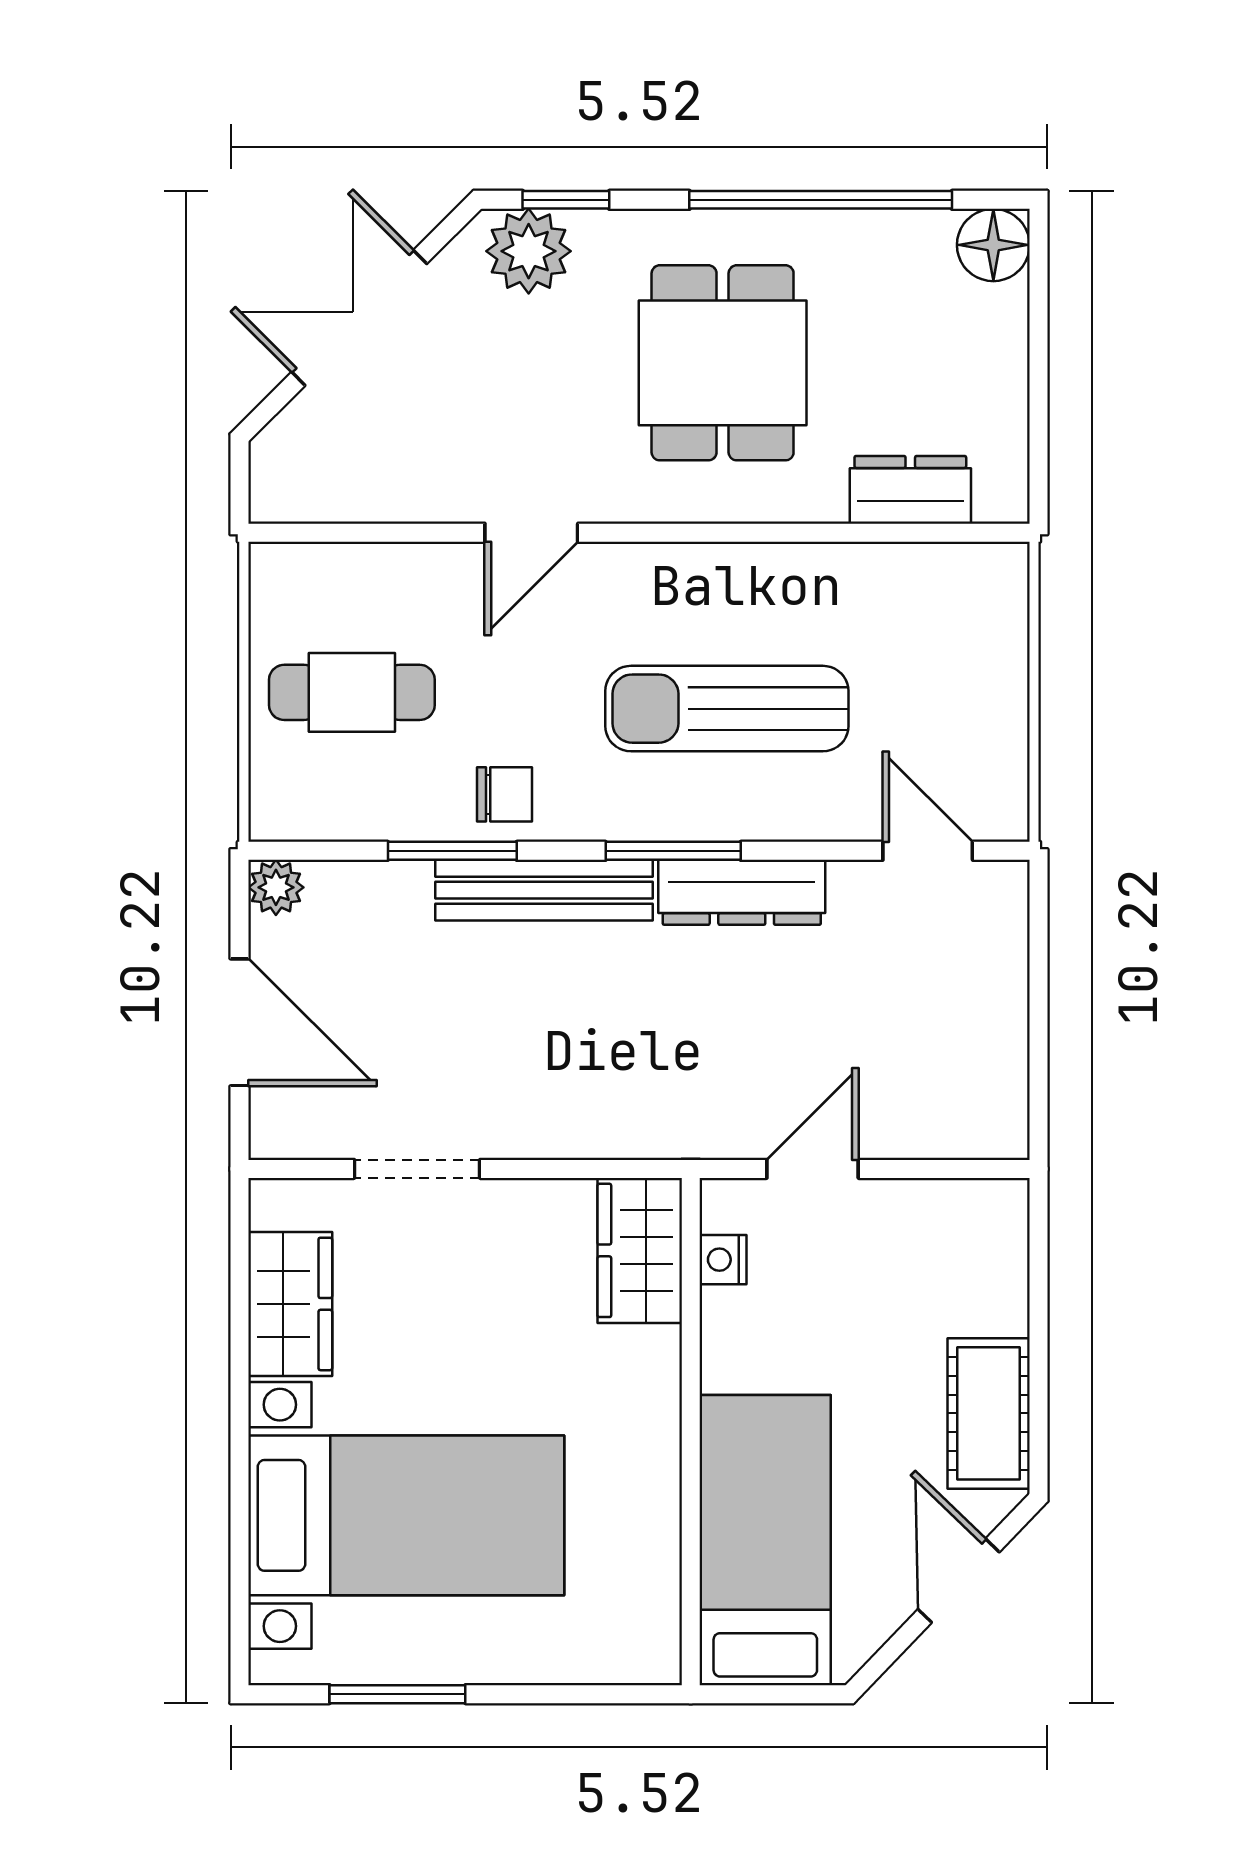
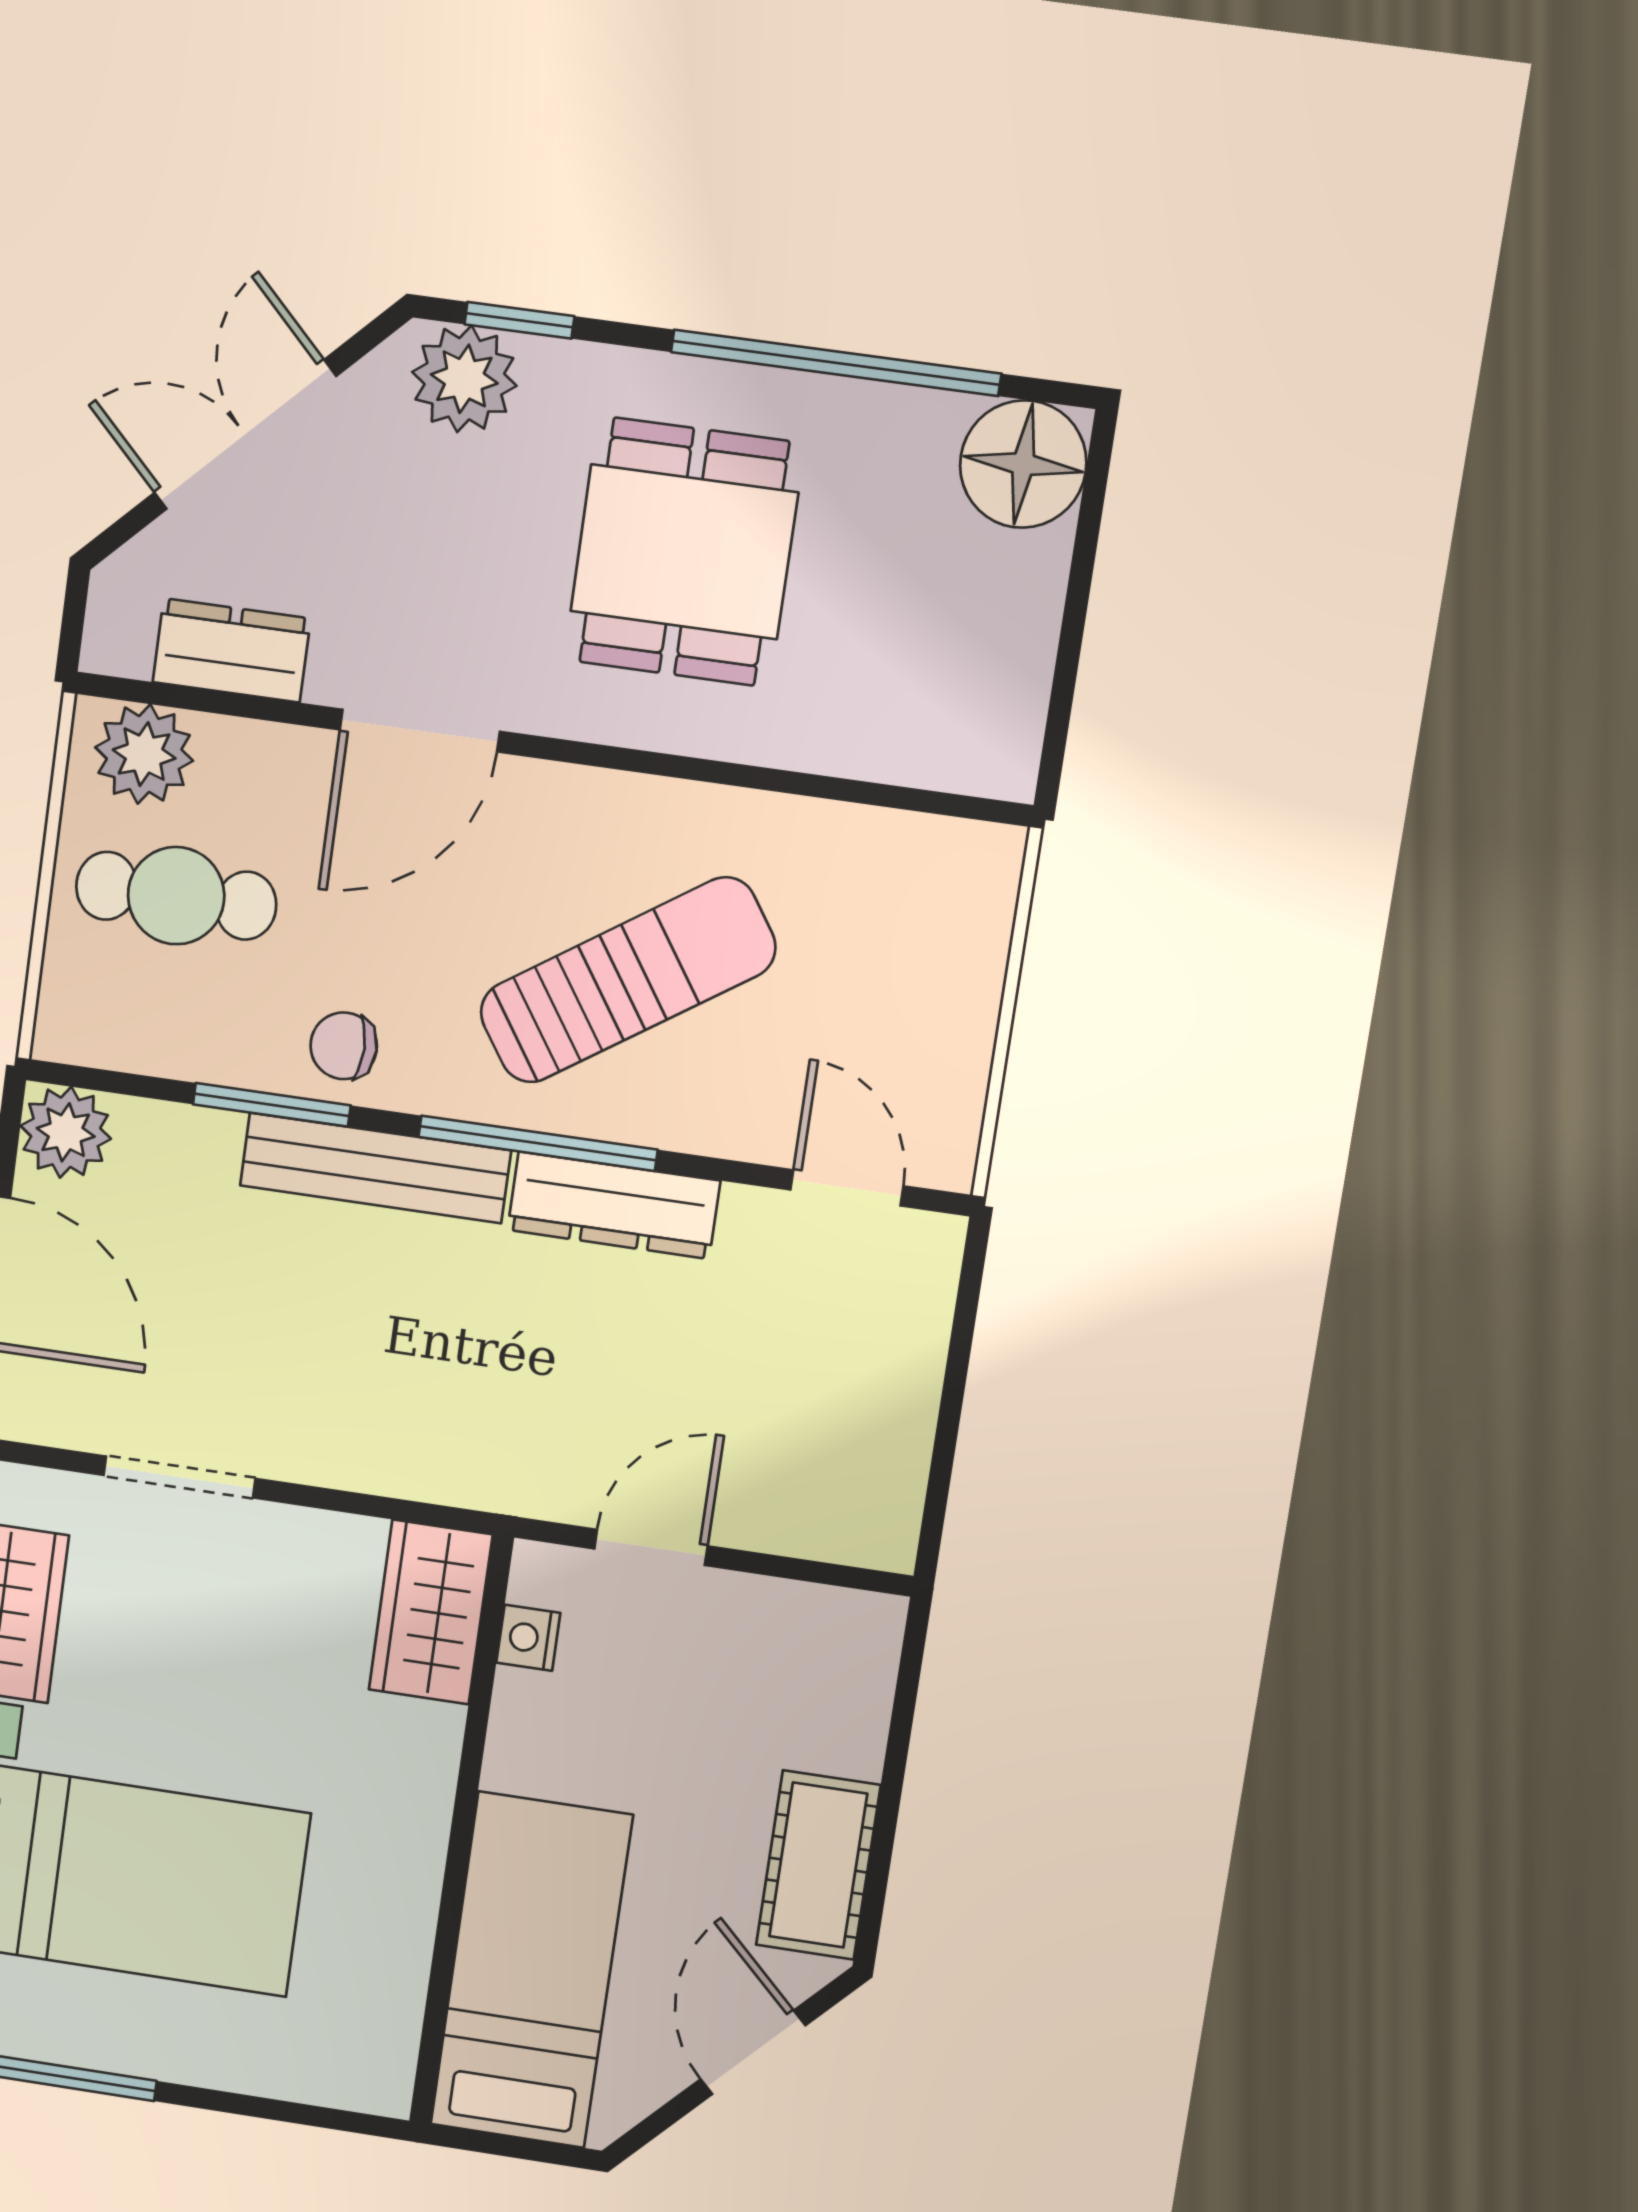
floor lamp: (993, 245) -> (1023, 464), width x1.38, depth x1.38
dresser: (910, 490) -> (232, 650), moved
door: (531, 533) -> (420, 731), width x1.38
plant: (311, 582) -> (144, 754), added
sun lounger: (727, 709) -> (628, 980), turned 146
chair: (504, 794) -> (344, 1046), turned 180
window: (673, 851) -> (538, 1143), width x1.44
plant: (276, 887) -> (66, 1132), width x1.38, depth x1.38

